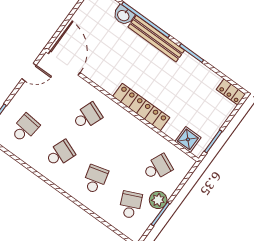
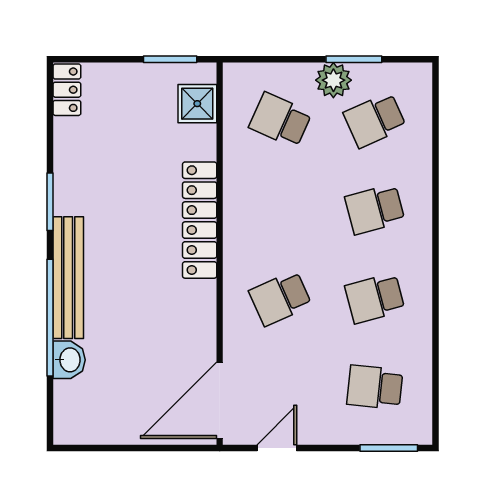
door: (29, 72) -> (277, 448), hinge flipped
school desk: (87, 116) -> (280, 298), turned -45
school desk: (60, 154) -> (375, 298), turned -36

